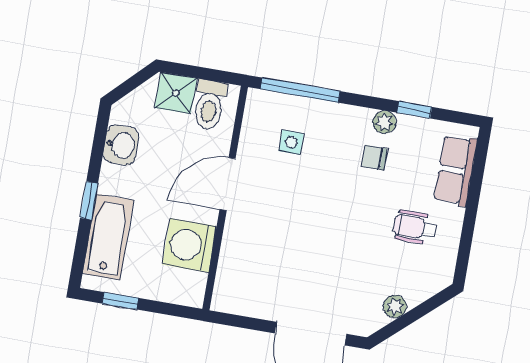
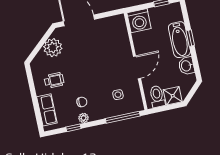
bathtub: (108, 237) -> (179, 40), moved
washing machine: (189, 245) -> (139, 21), moved, turned 90
plant: (395, 307) -> (53, 48), width x1.88, depth x1.88

